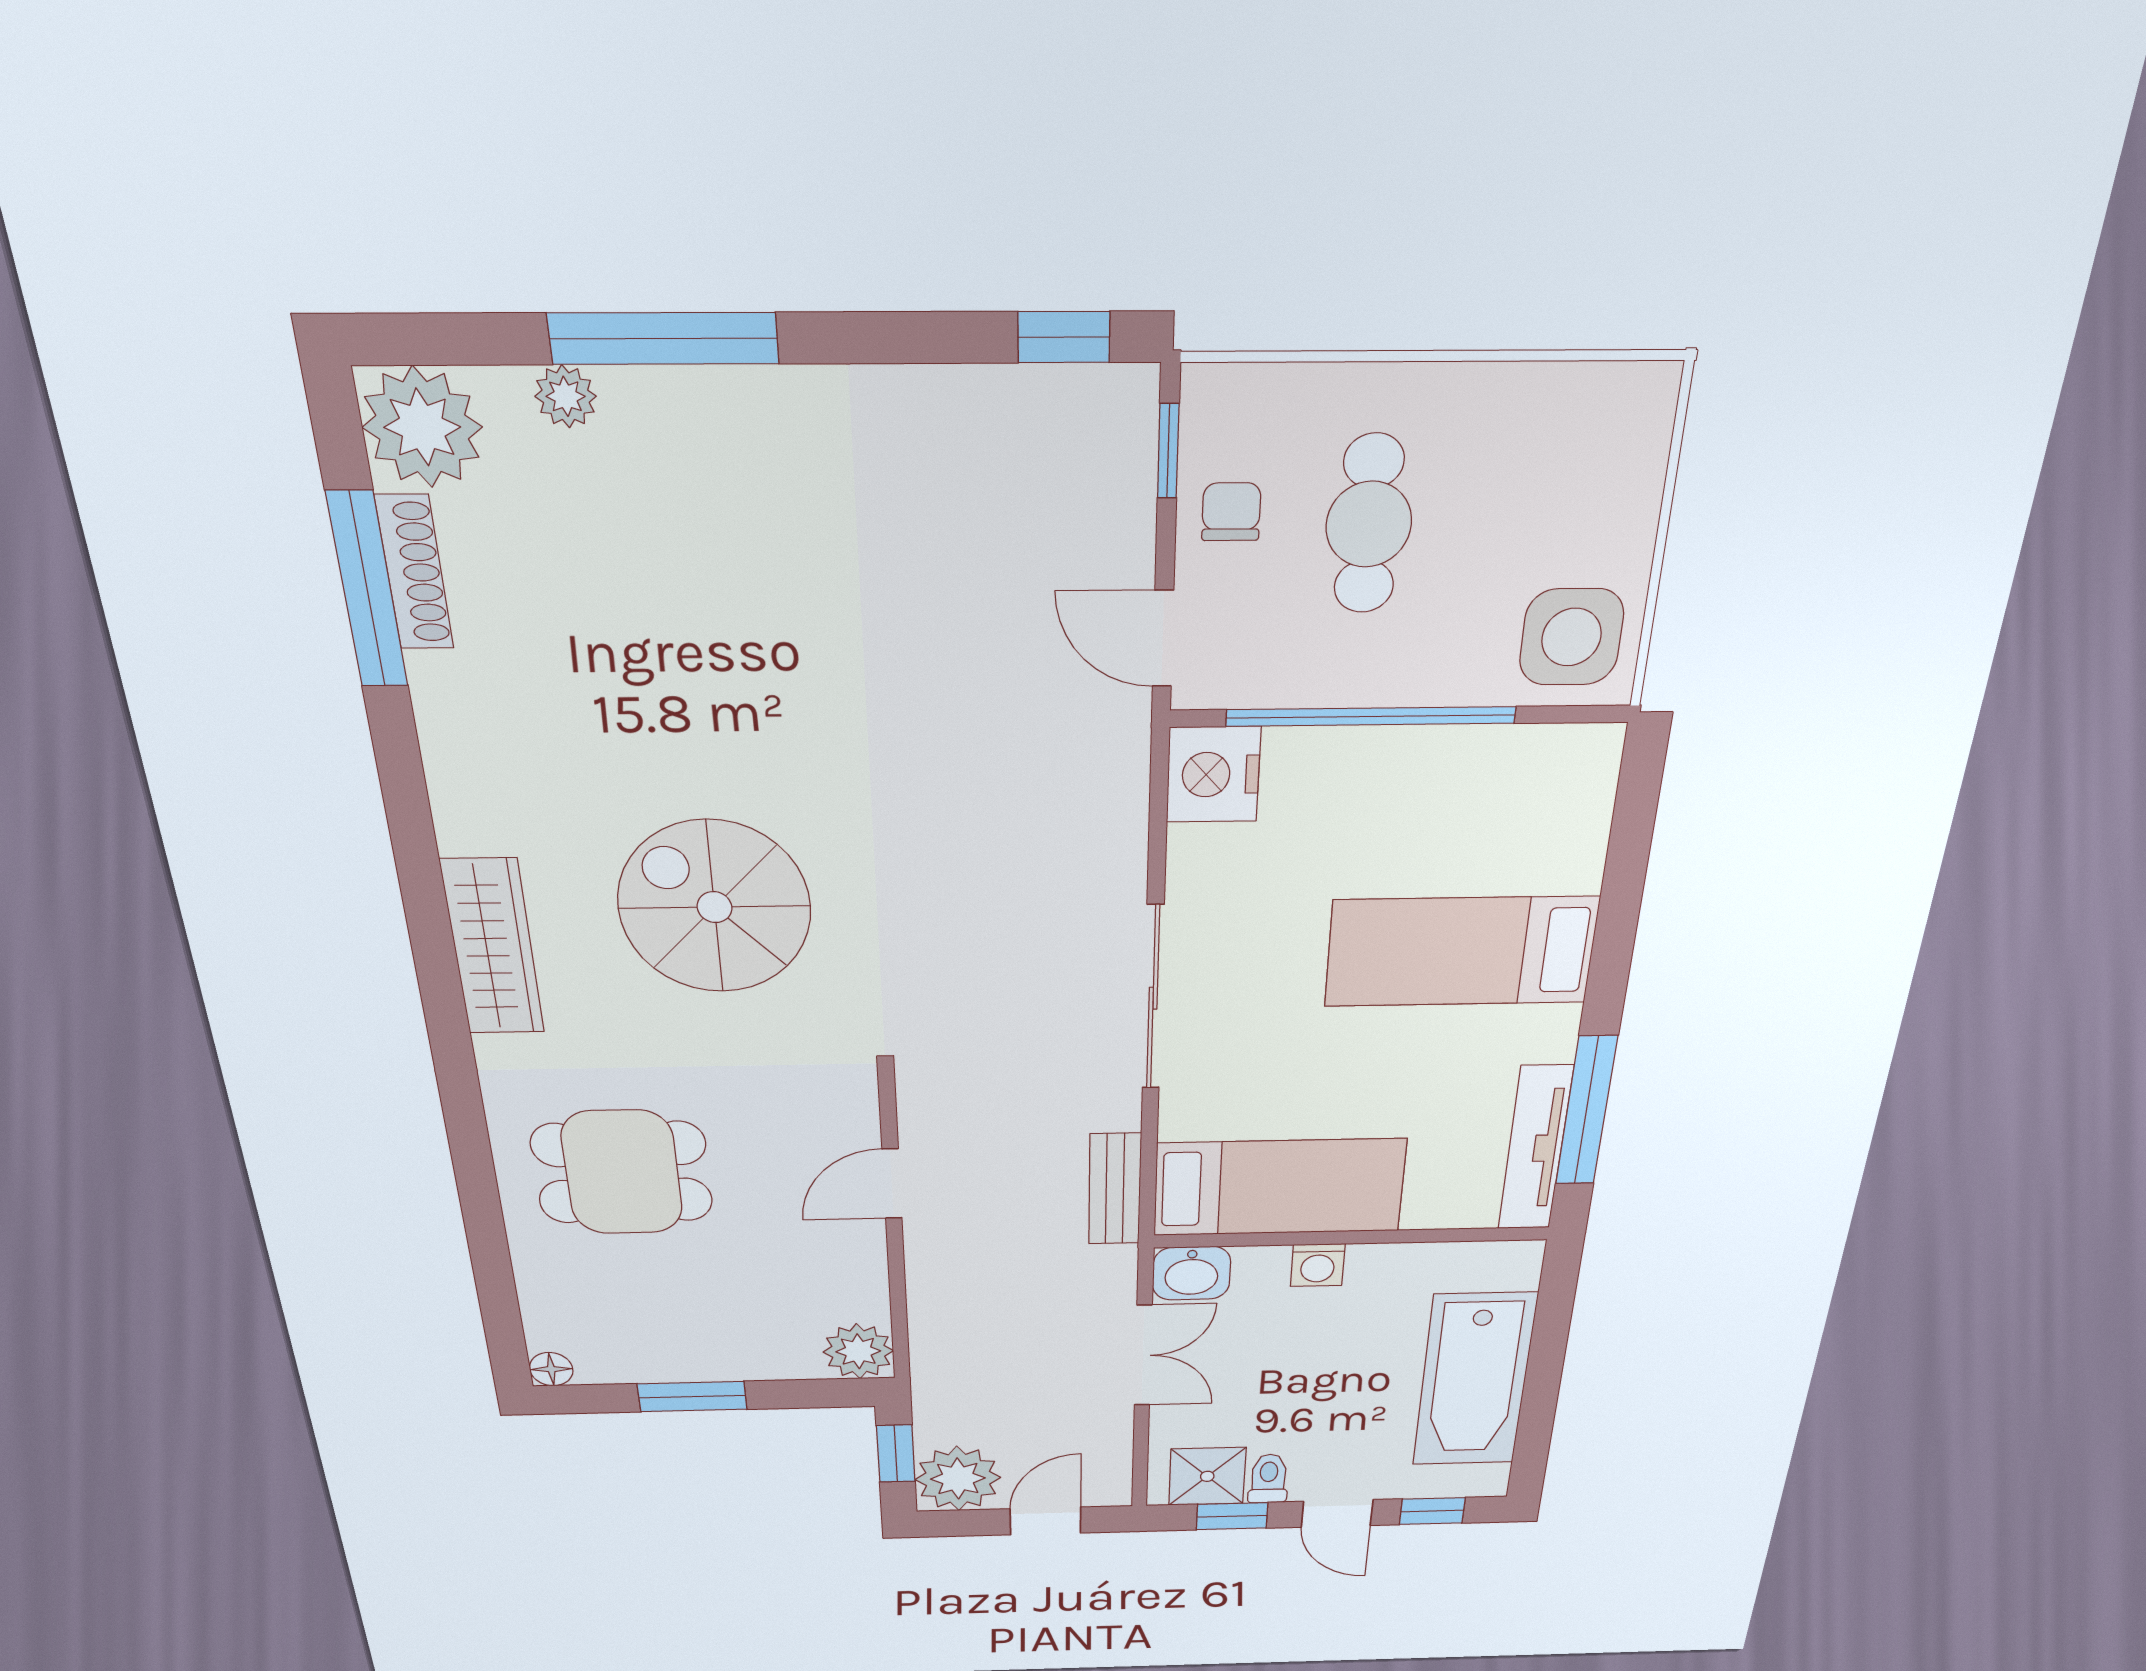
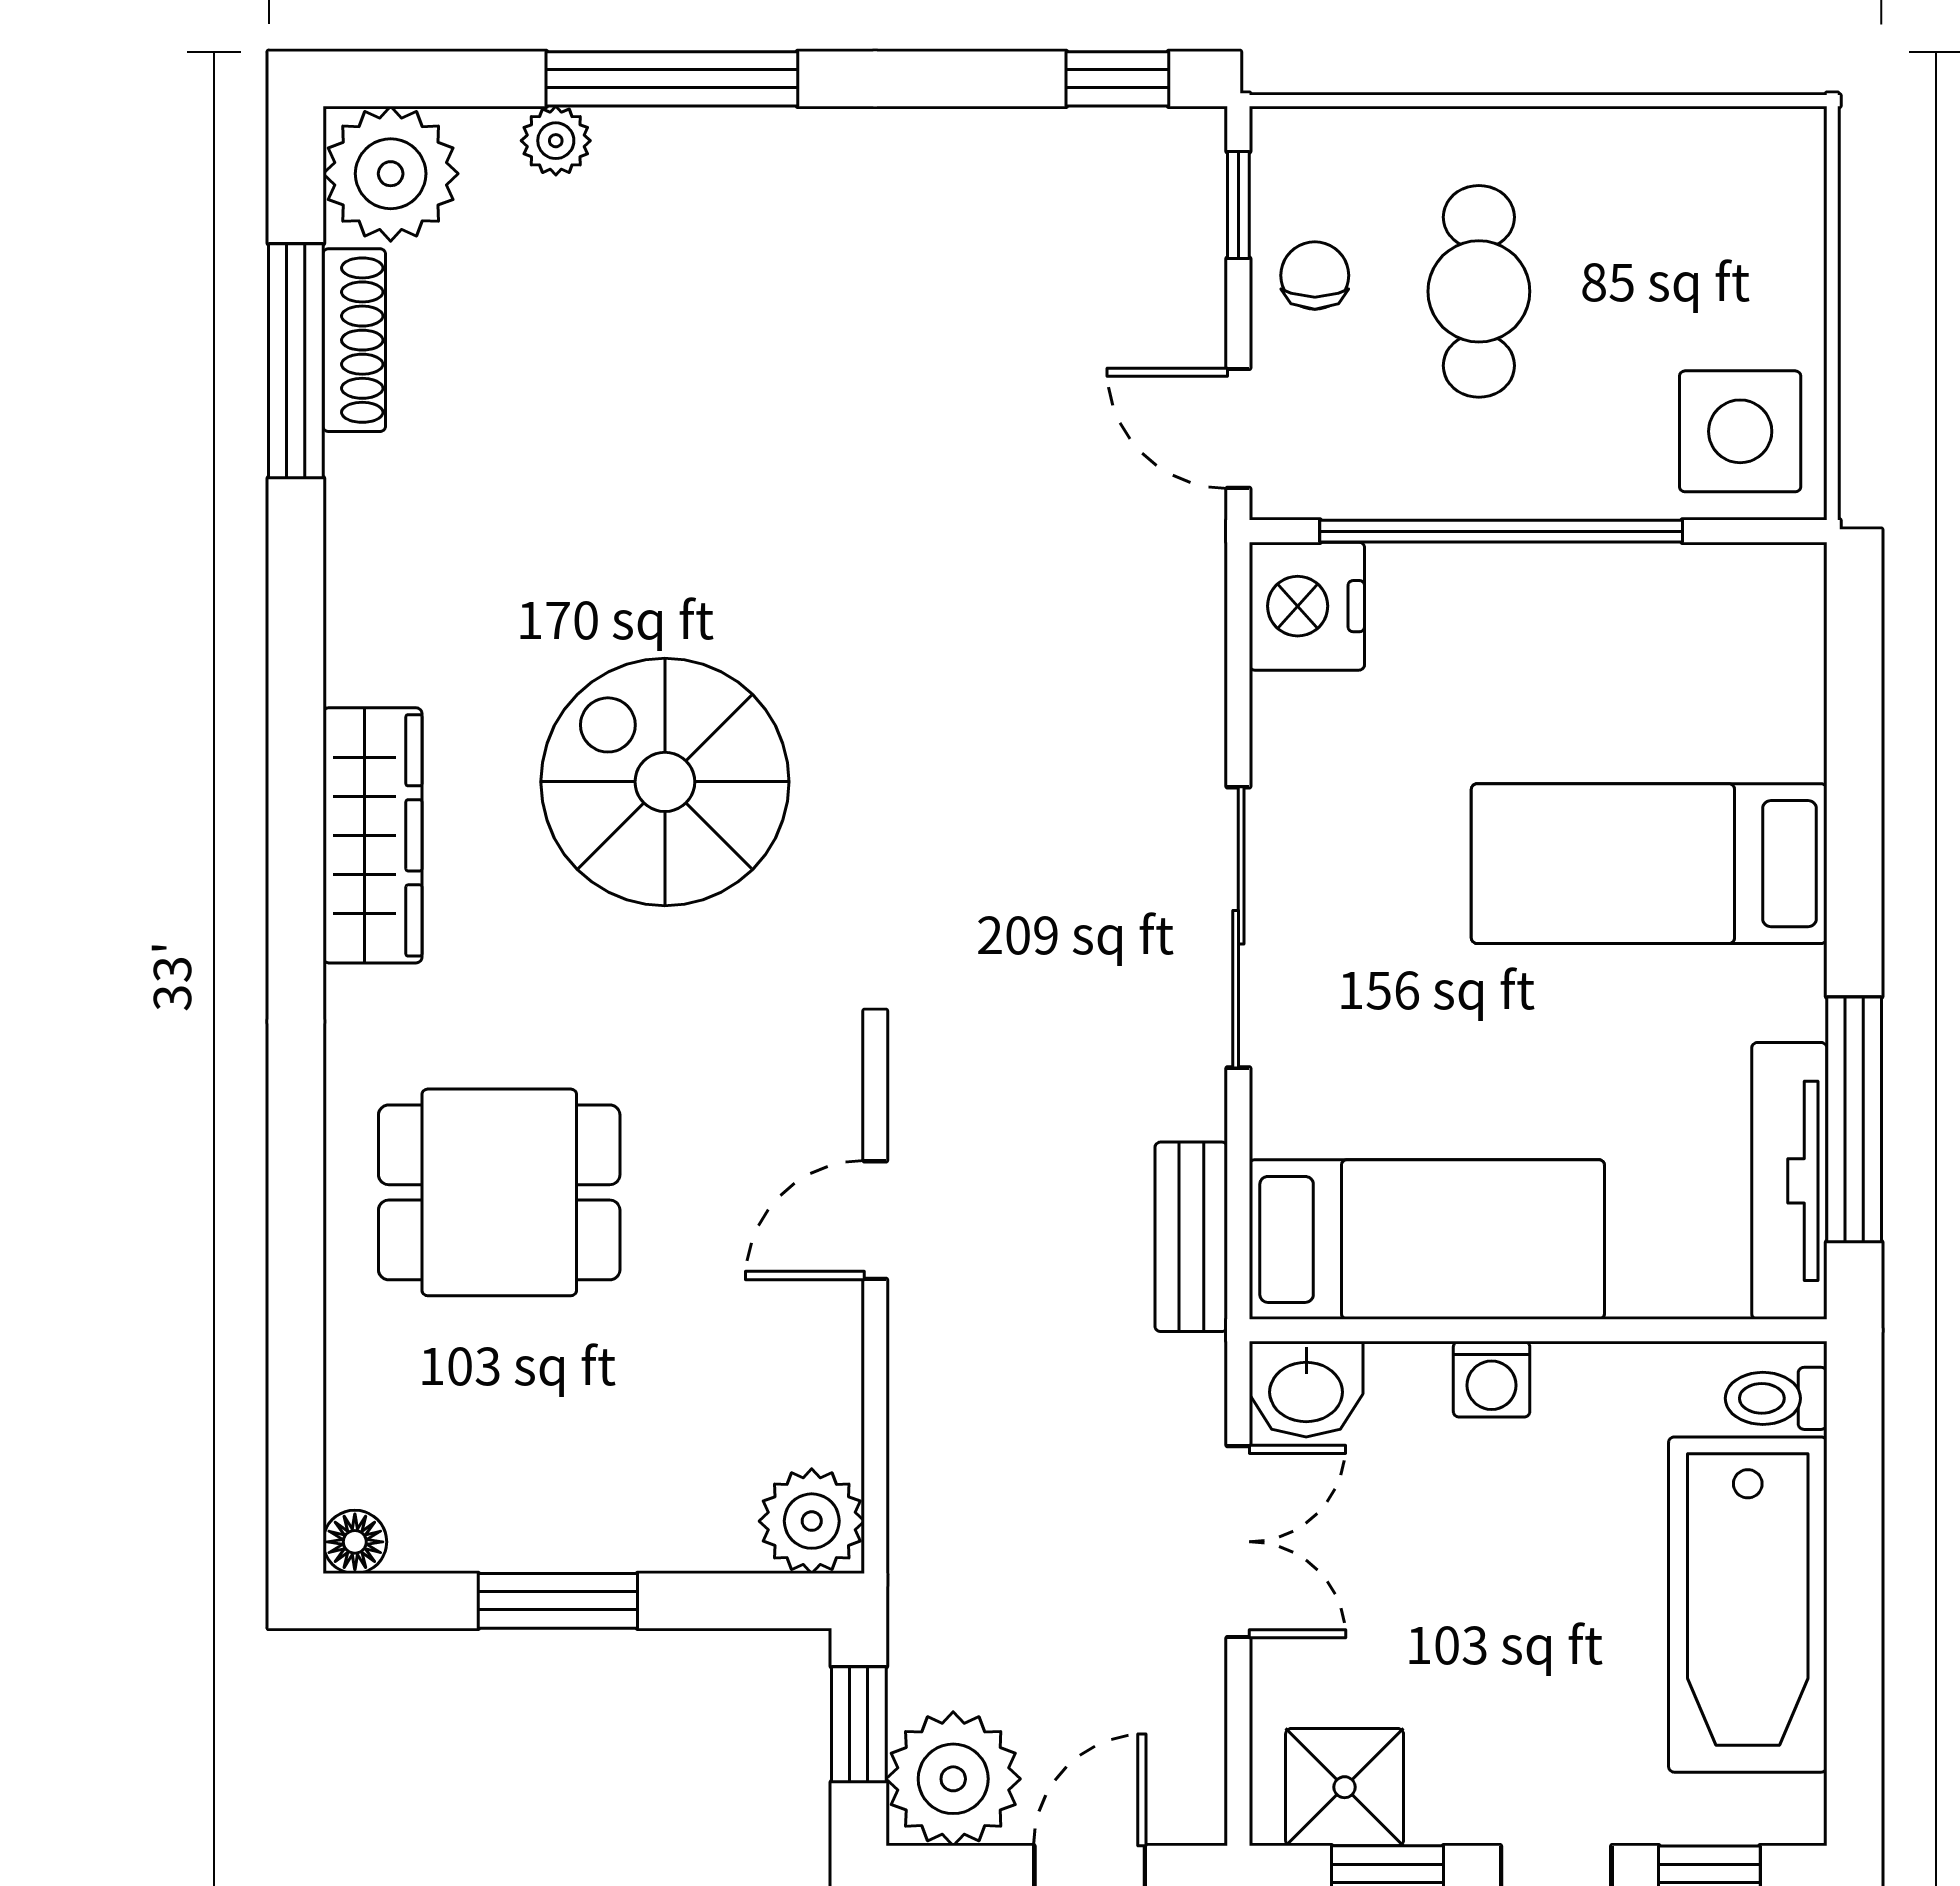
toilet: (1269, 1479) -> (1776, 1398), moved, turned -90

